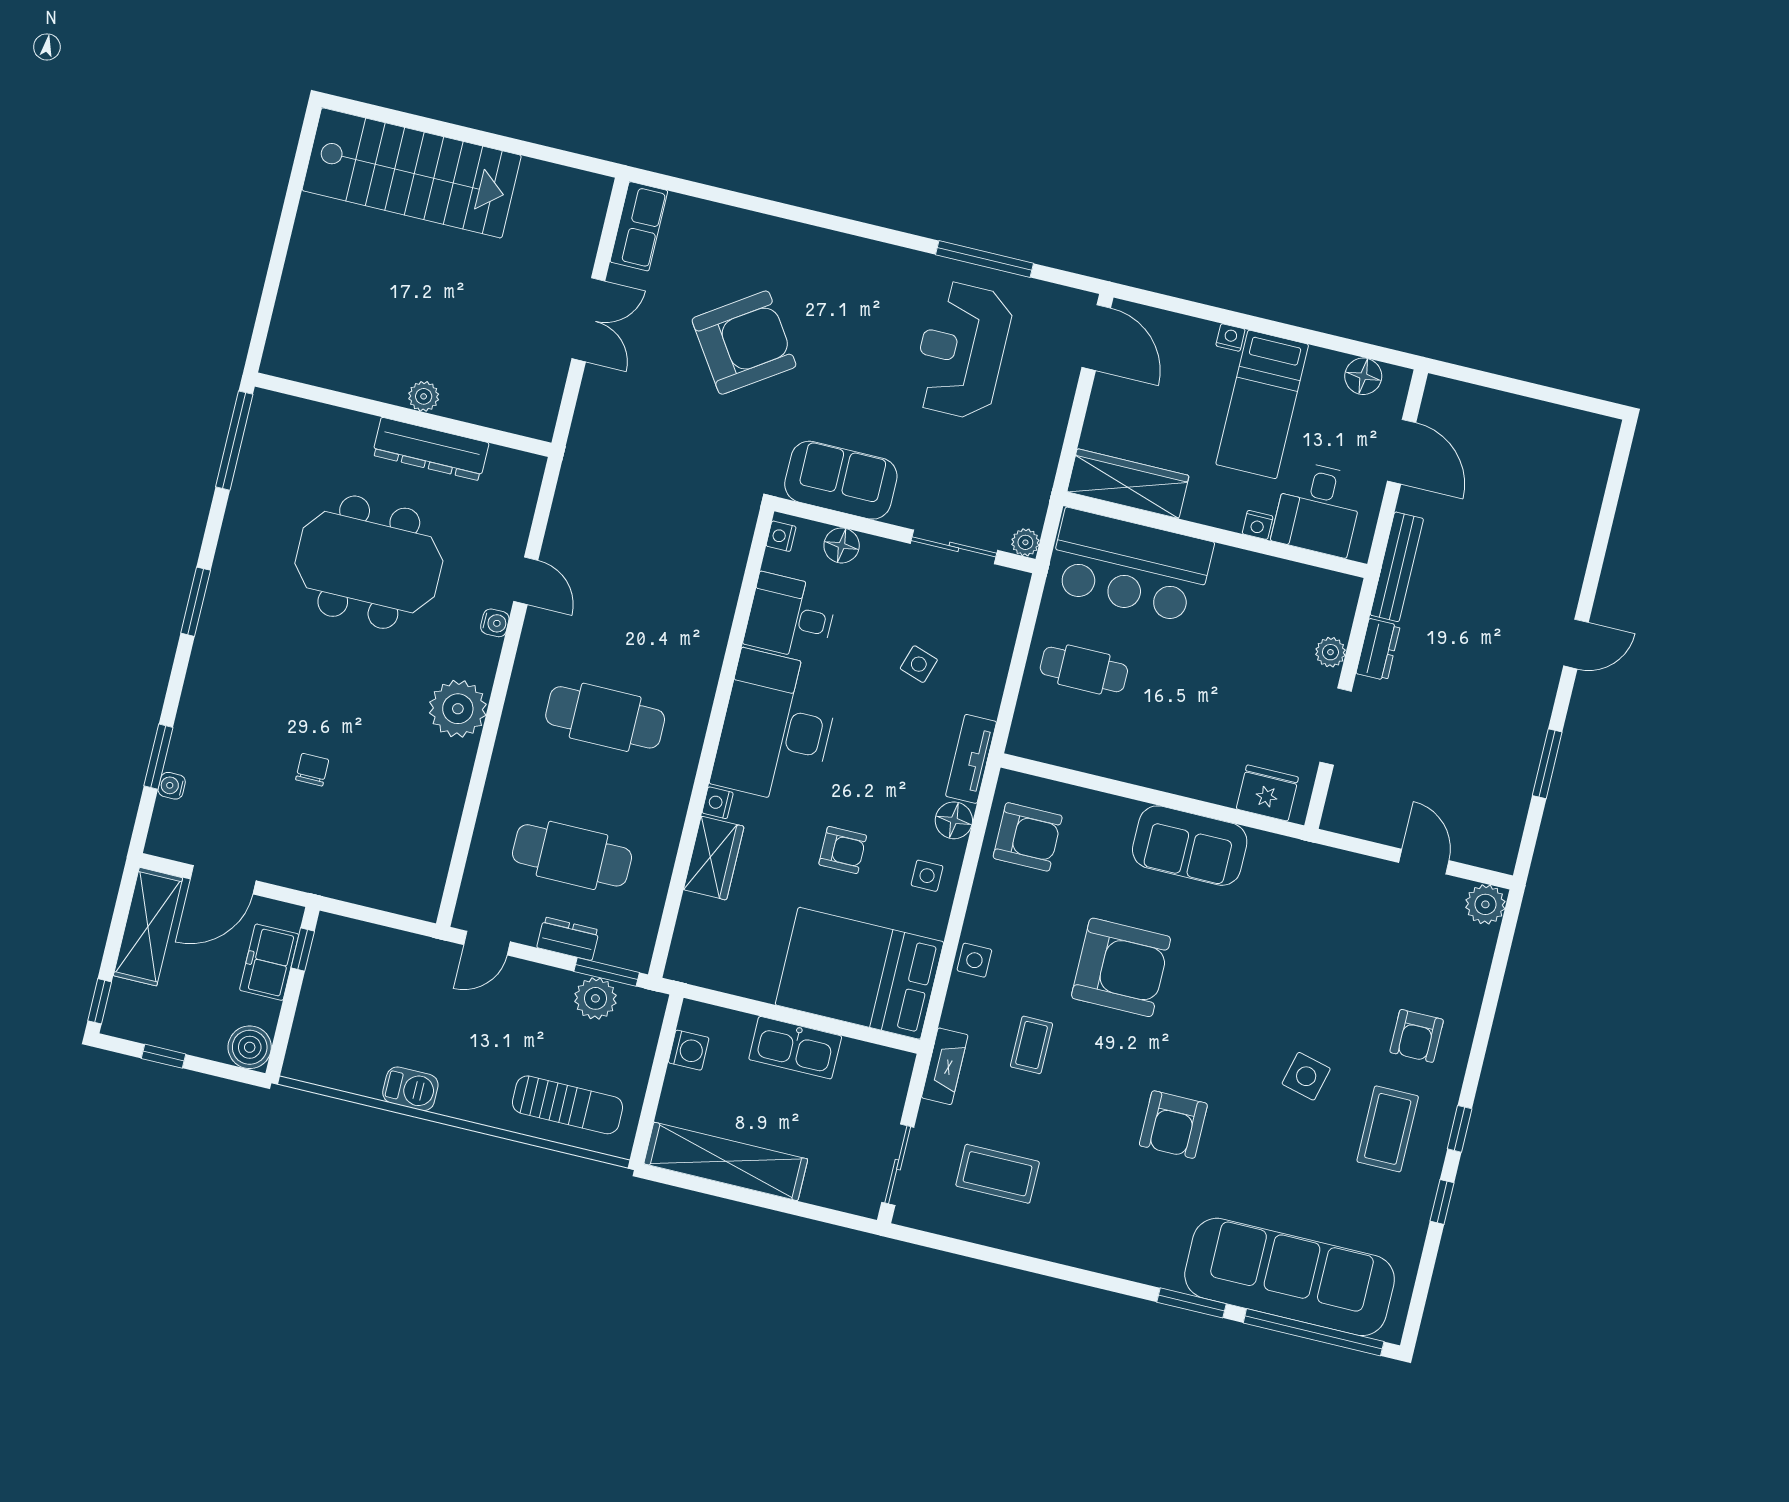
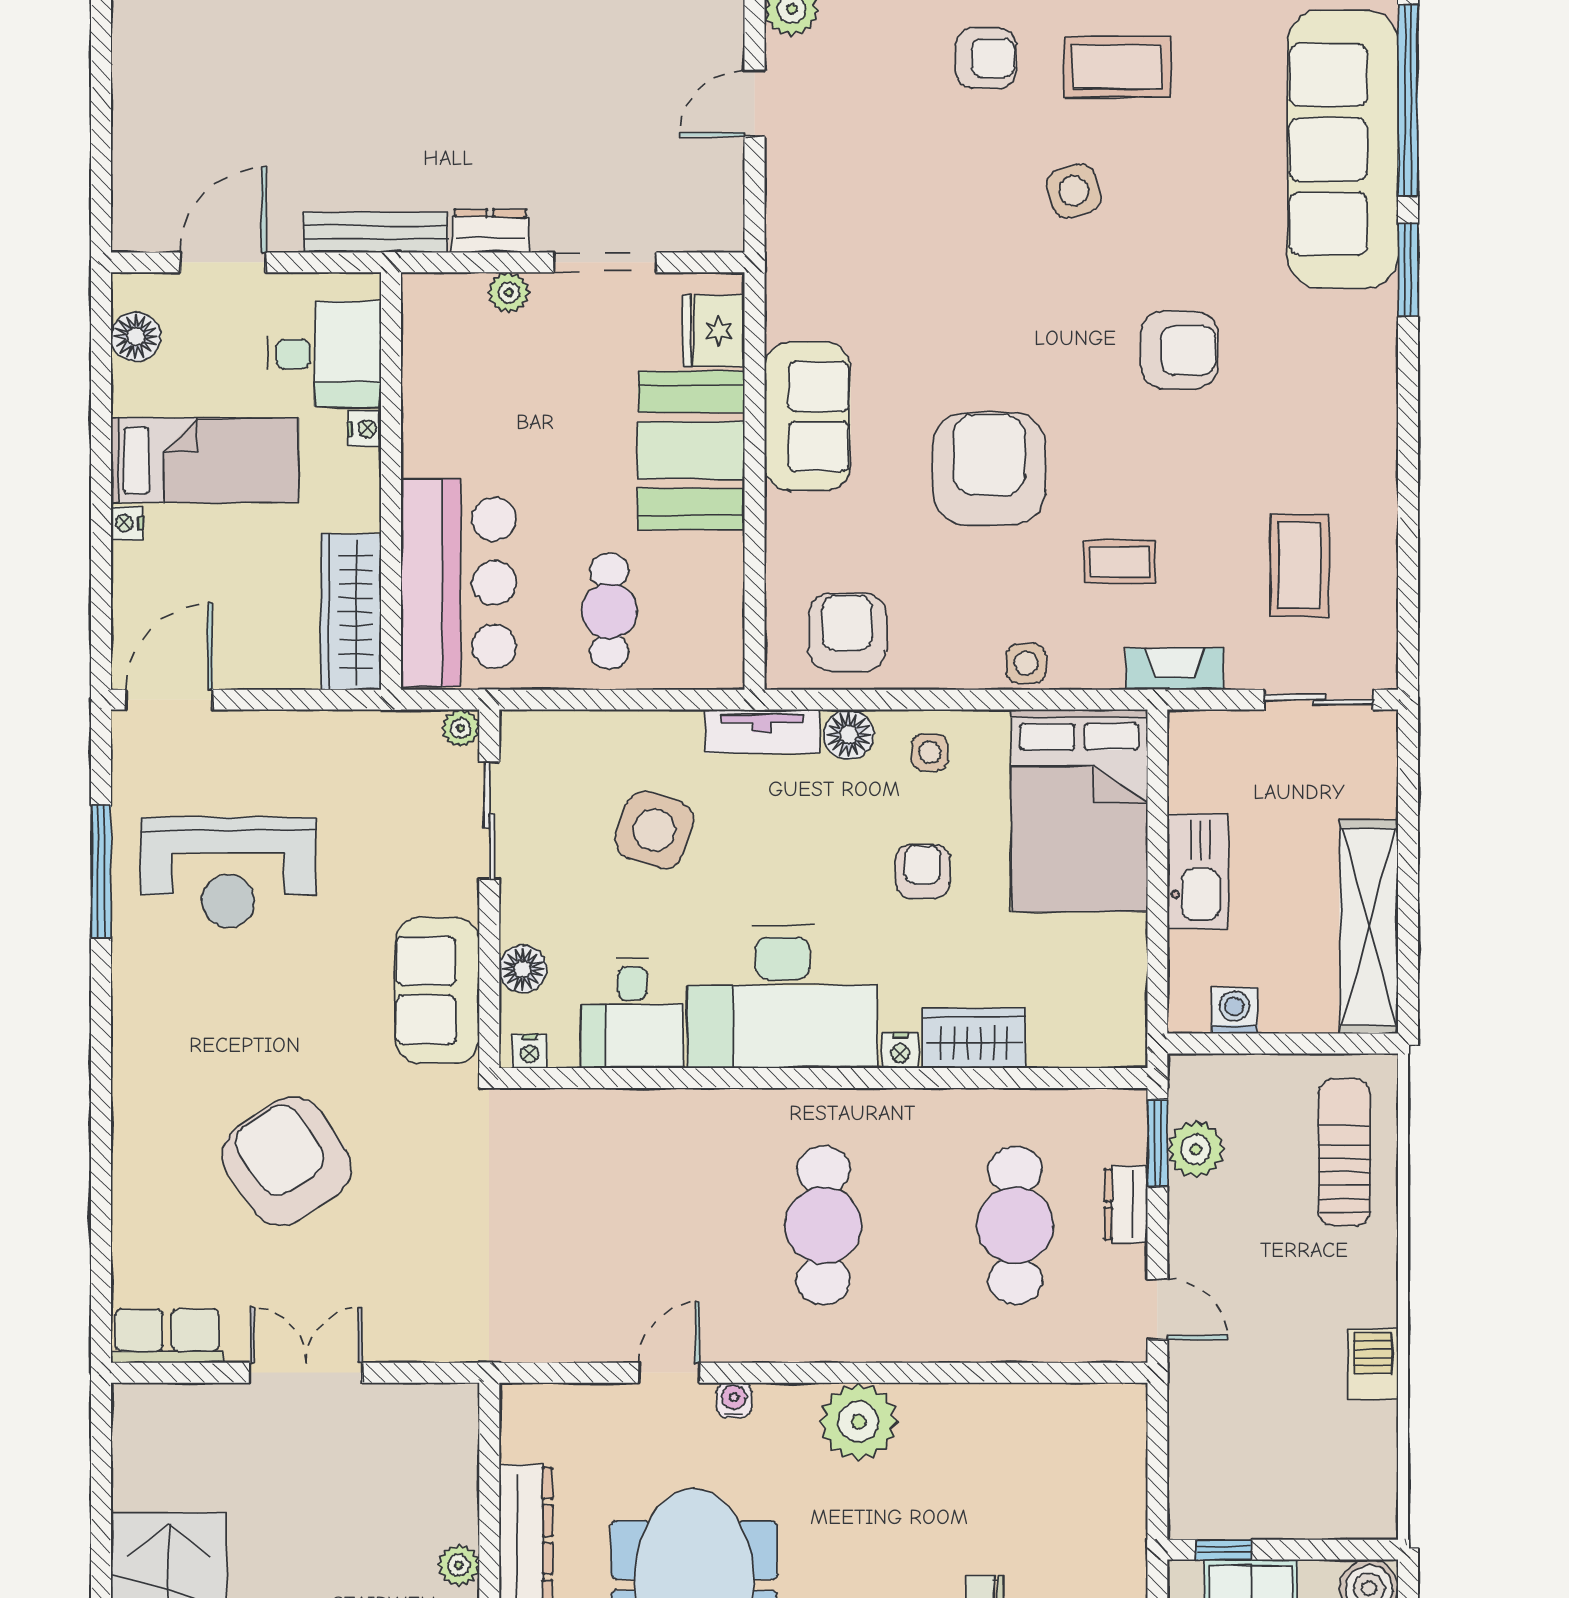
side table: (919, 664) -> (654, 830), width x1.87, depth x1.87
booth: (1185, 756) -> (691, 450), added
side table: (1306, 1076) -> (1074, 191), turned -30

